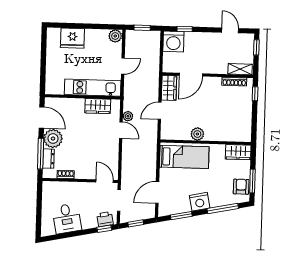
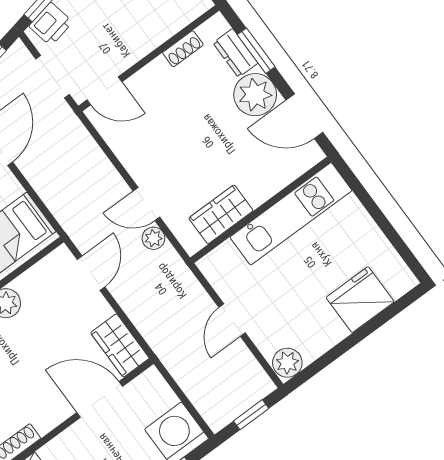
door: (191, 75) -> (100, 399), hinge flipped
kitchen unit: (93, 88) -> (291, 214), moved
door: (160, 111) -> (91, 273), moved
window: (41, 154) -> (256, 51), width x0.69

